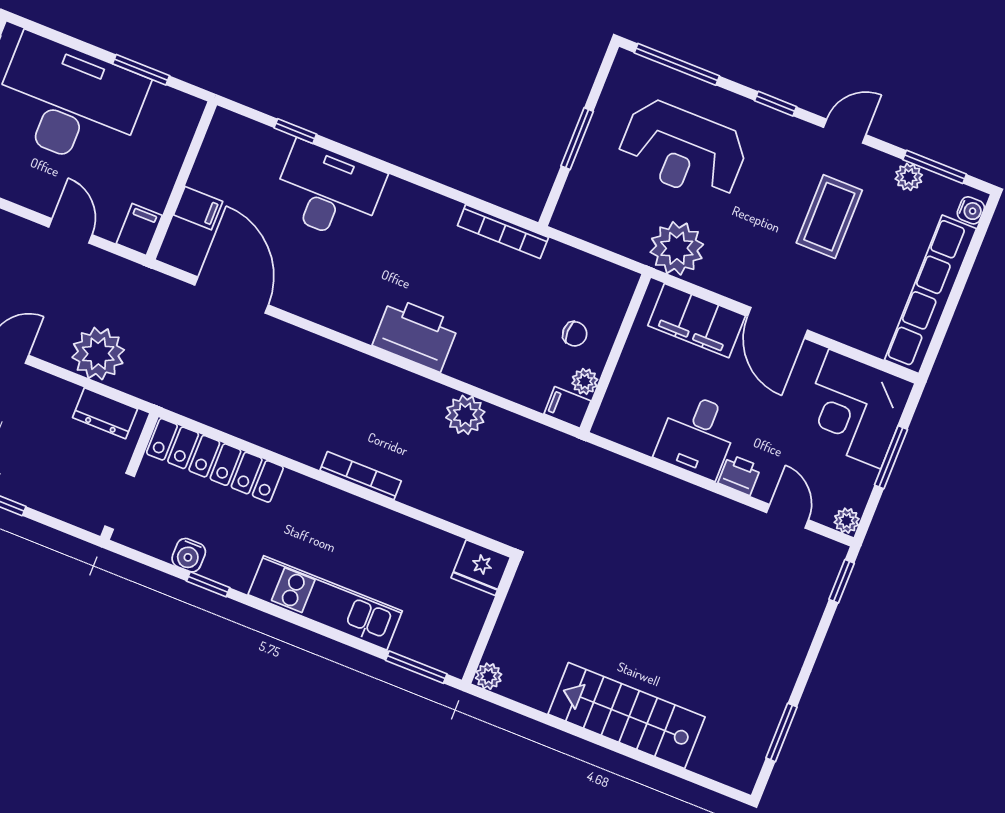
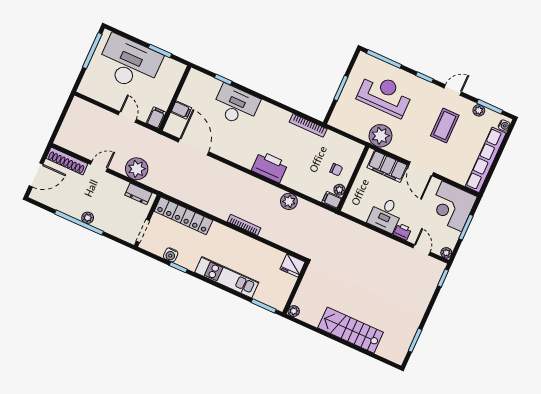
reception desk: (683, 150) -> (385, 95), turned 180

